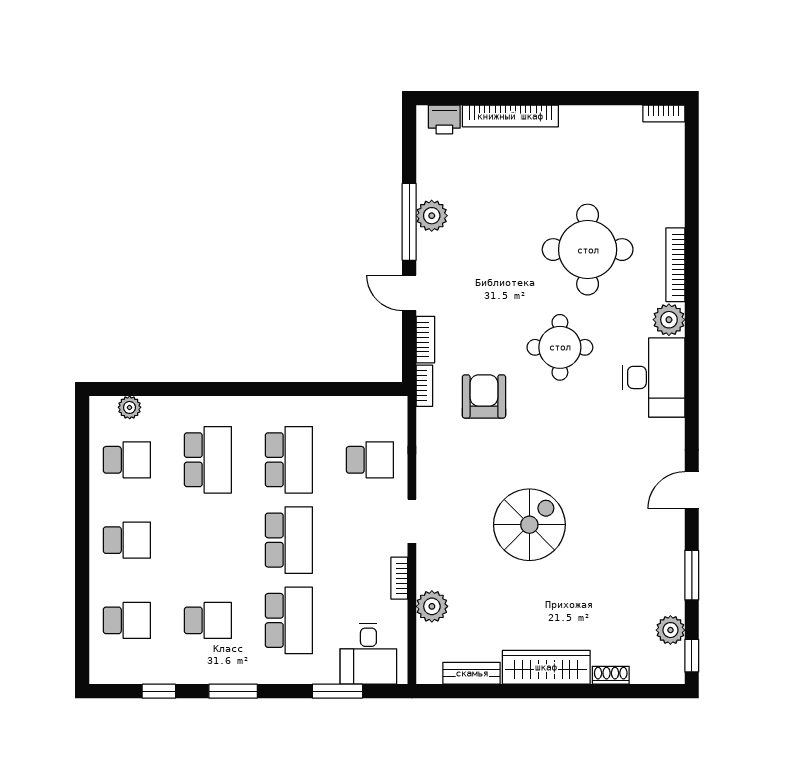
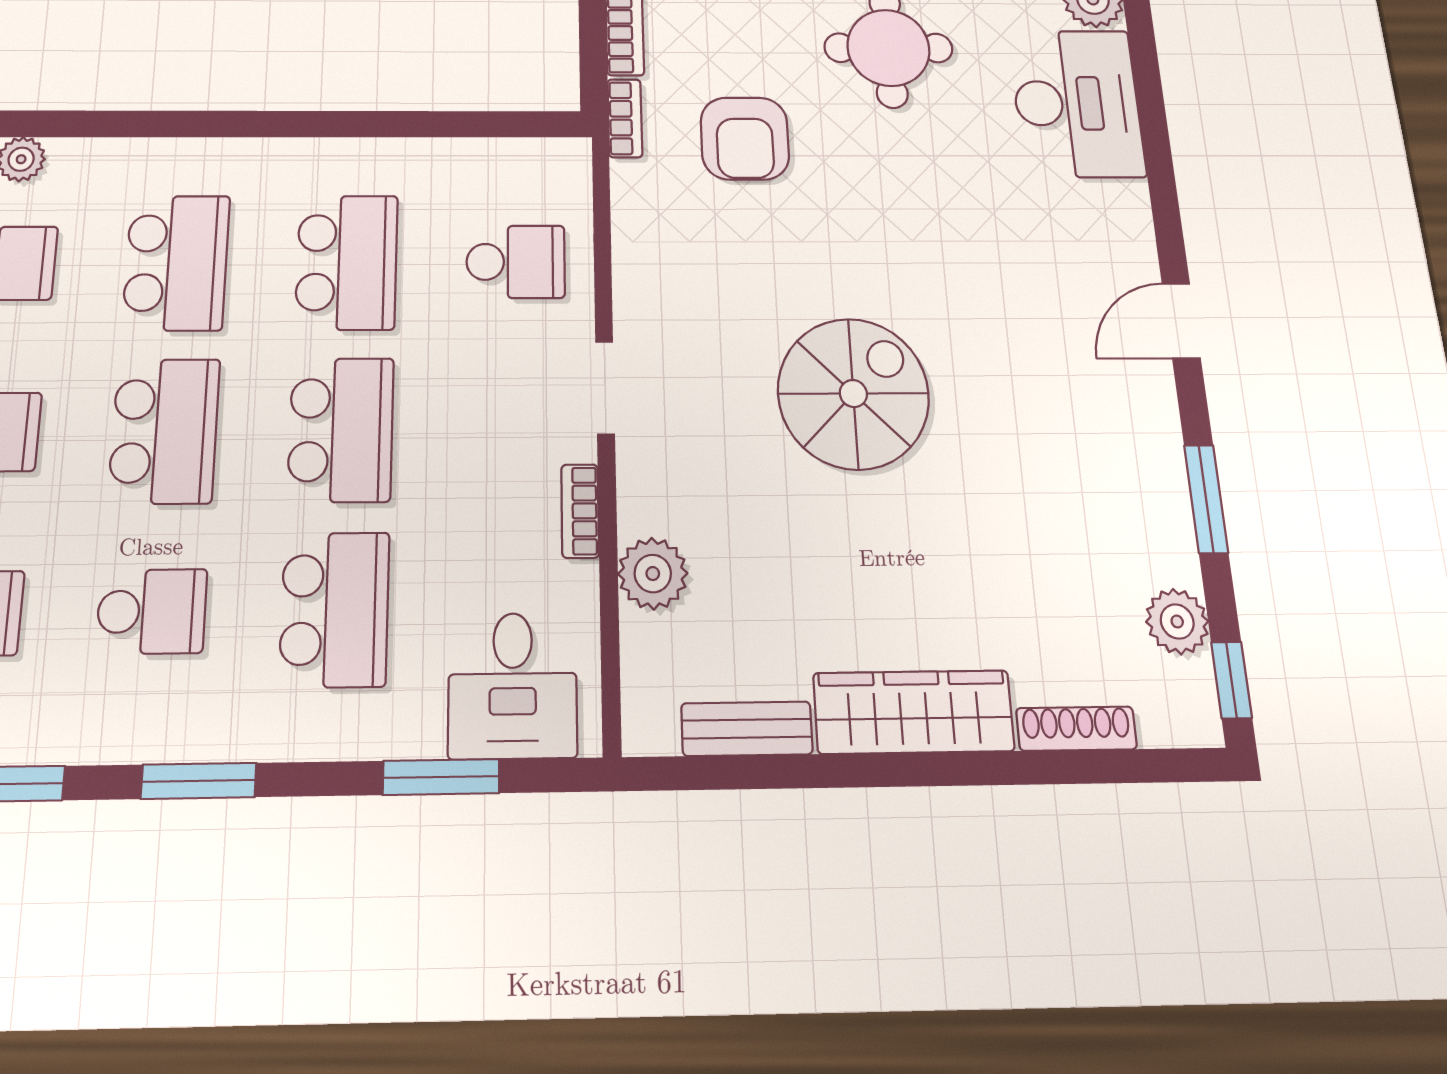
armchair: (484, 396) -> (745, 138), turned 180
school desk: (208, 540) -> (164, 431), added
shoe rack: (611, 675) -> (1076, 729), width x1.43

